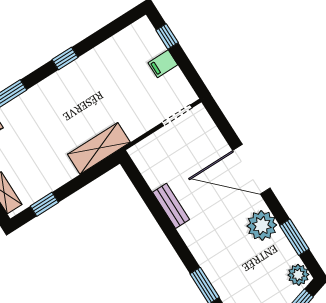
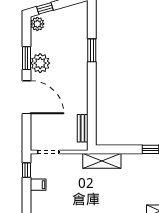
window: (167, 36) -> (27, 170), moved
bench: (171, 206) -> (83, 128), moved
window: (294, 237) -> (27, 58), moved

